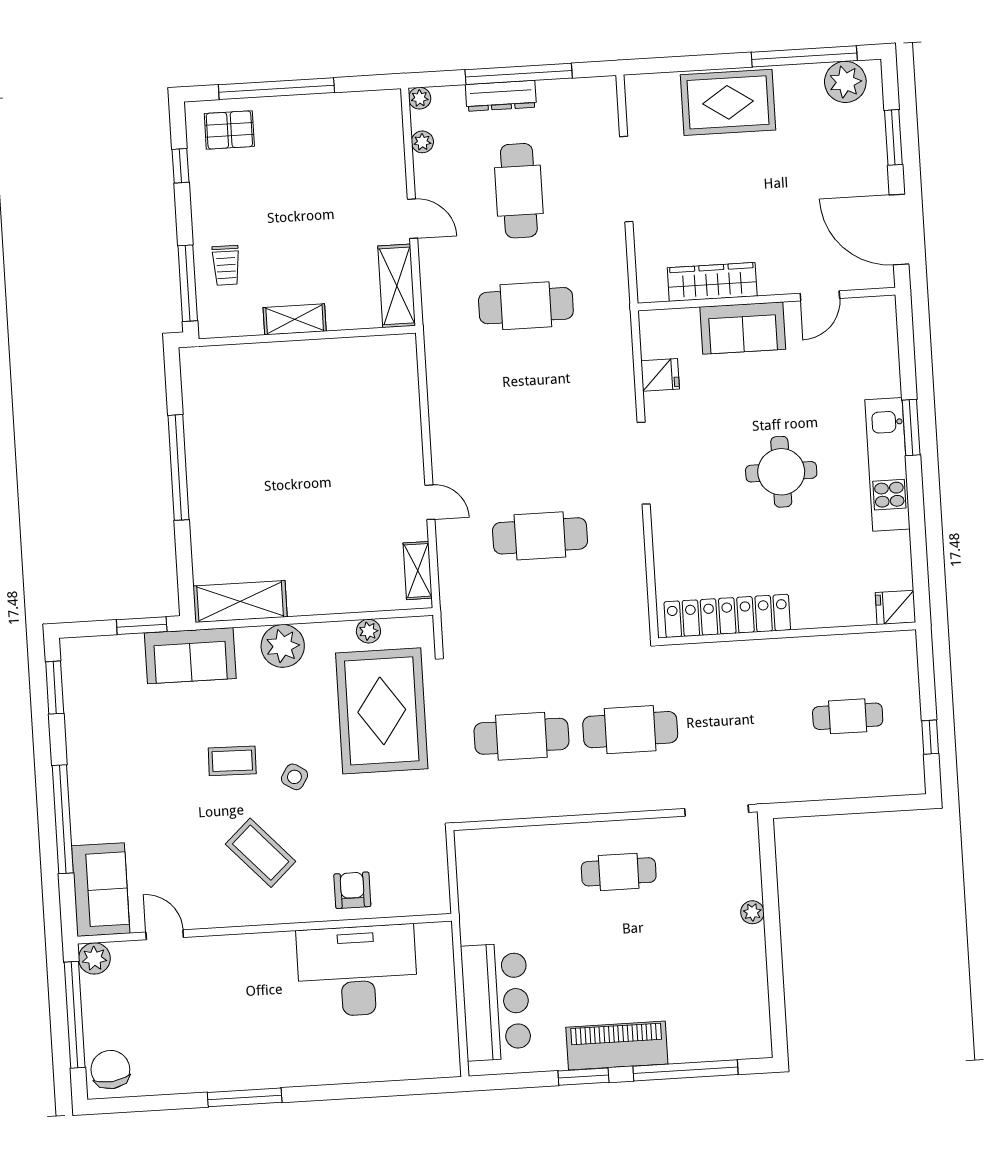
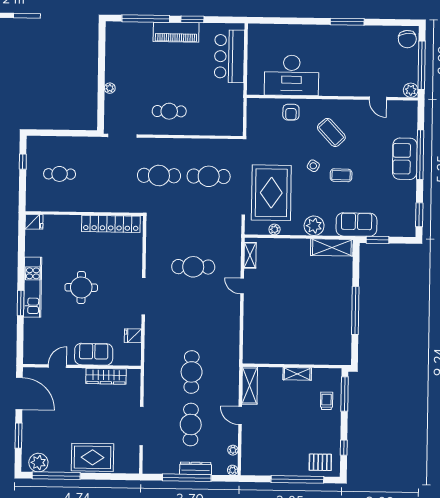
cafe table: (526, 306) -> (192, 372), turned 90
sofa: (101, 890) -> (405, 159), moved

